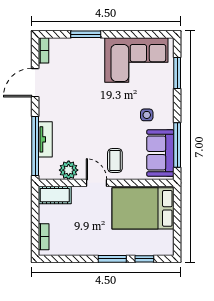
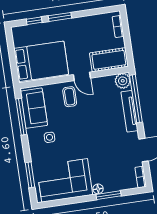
floor lamp: (97, 44) -> (98, 189), added
tv unit: (45, 139) -> (129, 111), width x1.41
plant: (69, 170) -> (123, 81), moved
cot: (55, 195) -> (109, 60), width x1.37, depth x1.34

